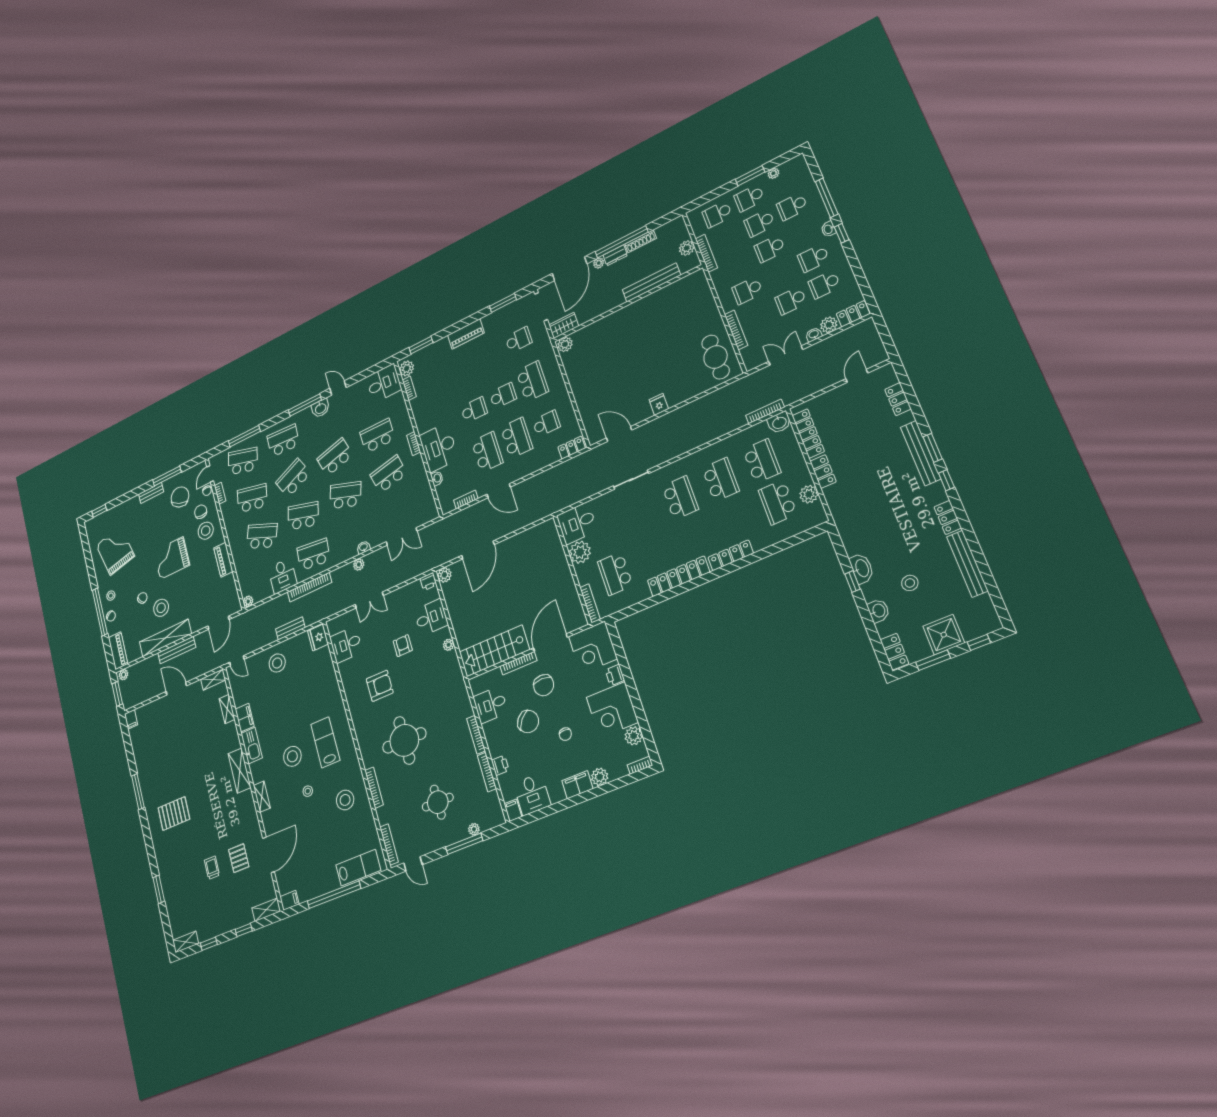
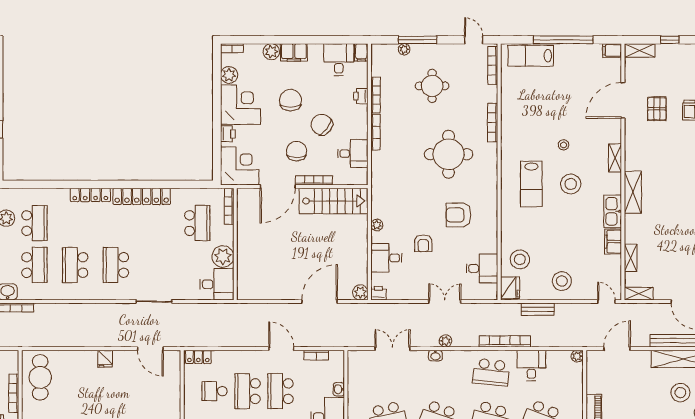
school desk: (762, 461) -> (34, 265), turned 180
chair: (565, 734) -> (290, 100), width x1.87, depth x1.87
stool: (345, 800) -> (520, 259), moved

